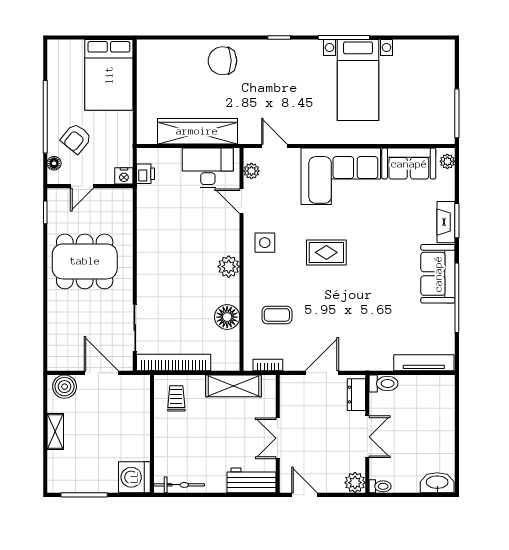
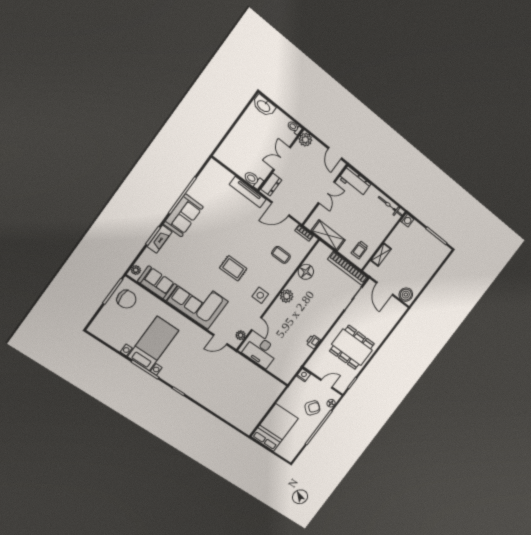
chair: (222, 61) -> (126, 299), moved
wardrobe: (197, 131) -> (253, 373), removed
door: (274, 146) -> (220, 340), hinge flipped
printer: (146, 174) -> (313, 342), moved
tv unit: (424, 363) -> (248, 192), moved
shelving: (55, 432) -> (381, 255), moved
washing machine: (134, 477) -> (407, 220), width x0.53, depth x0.53

